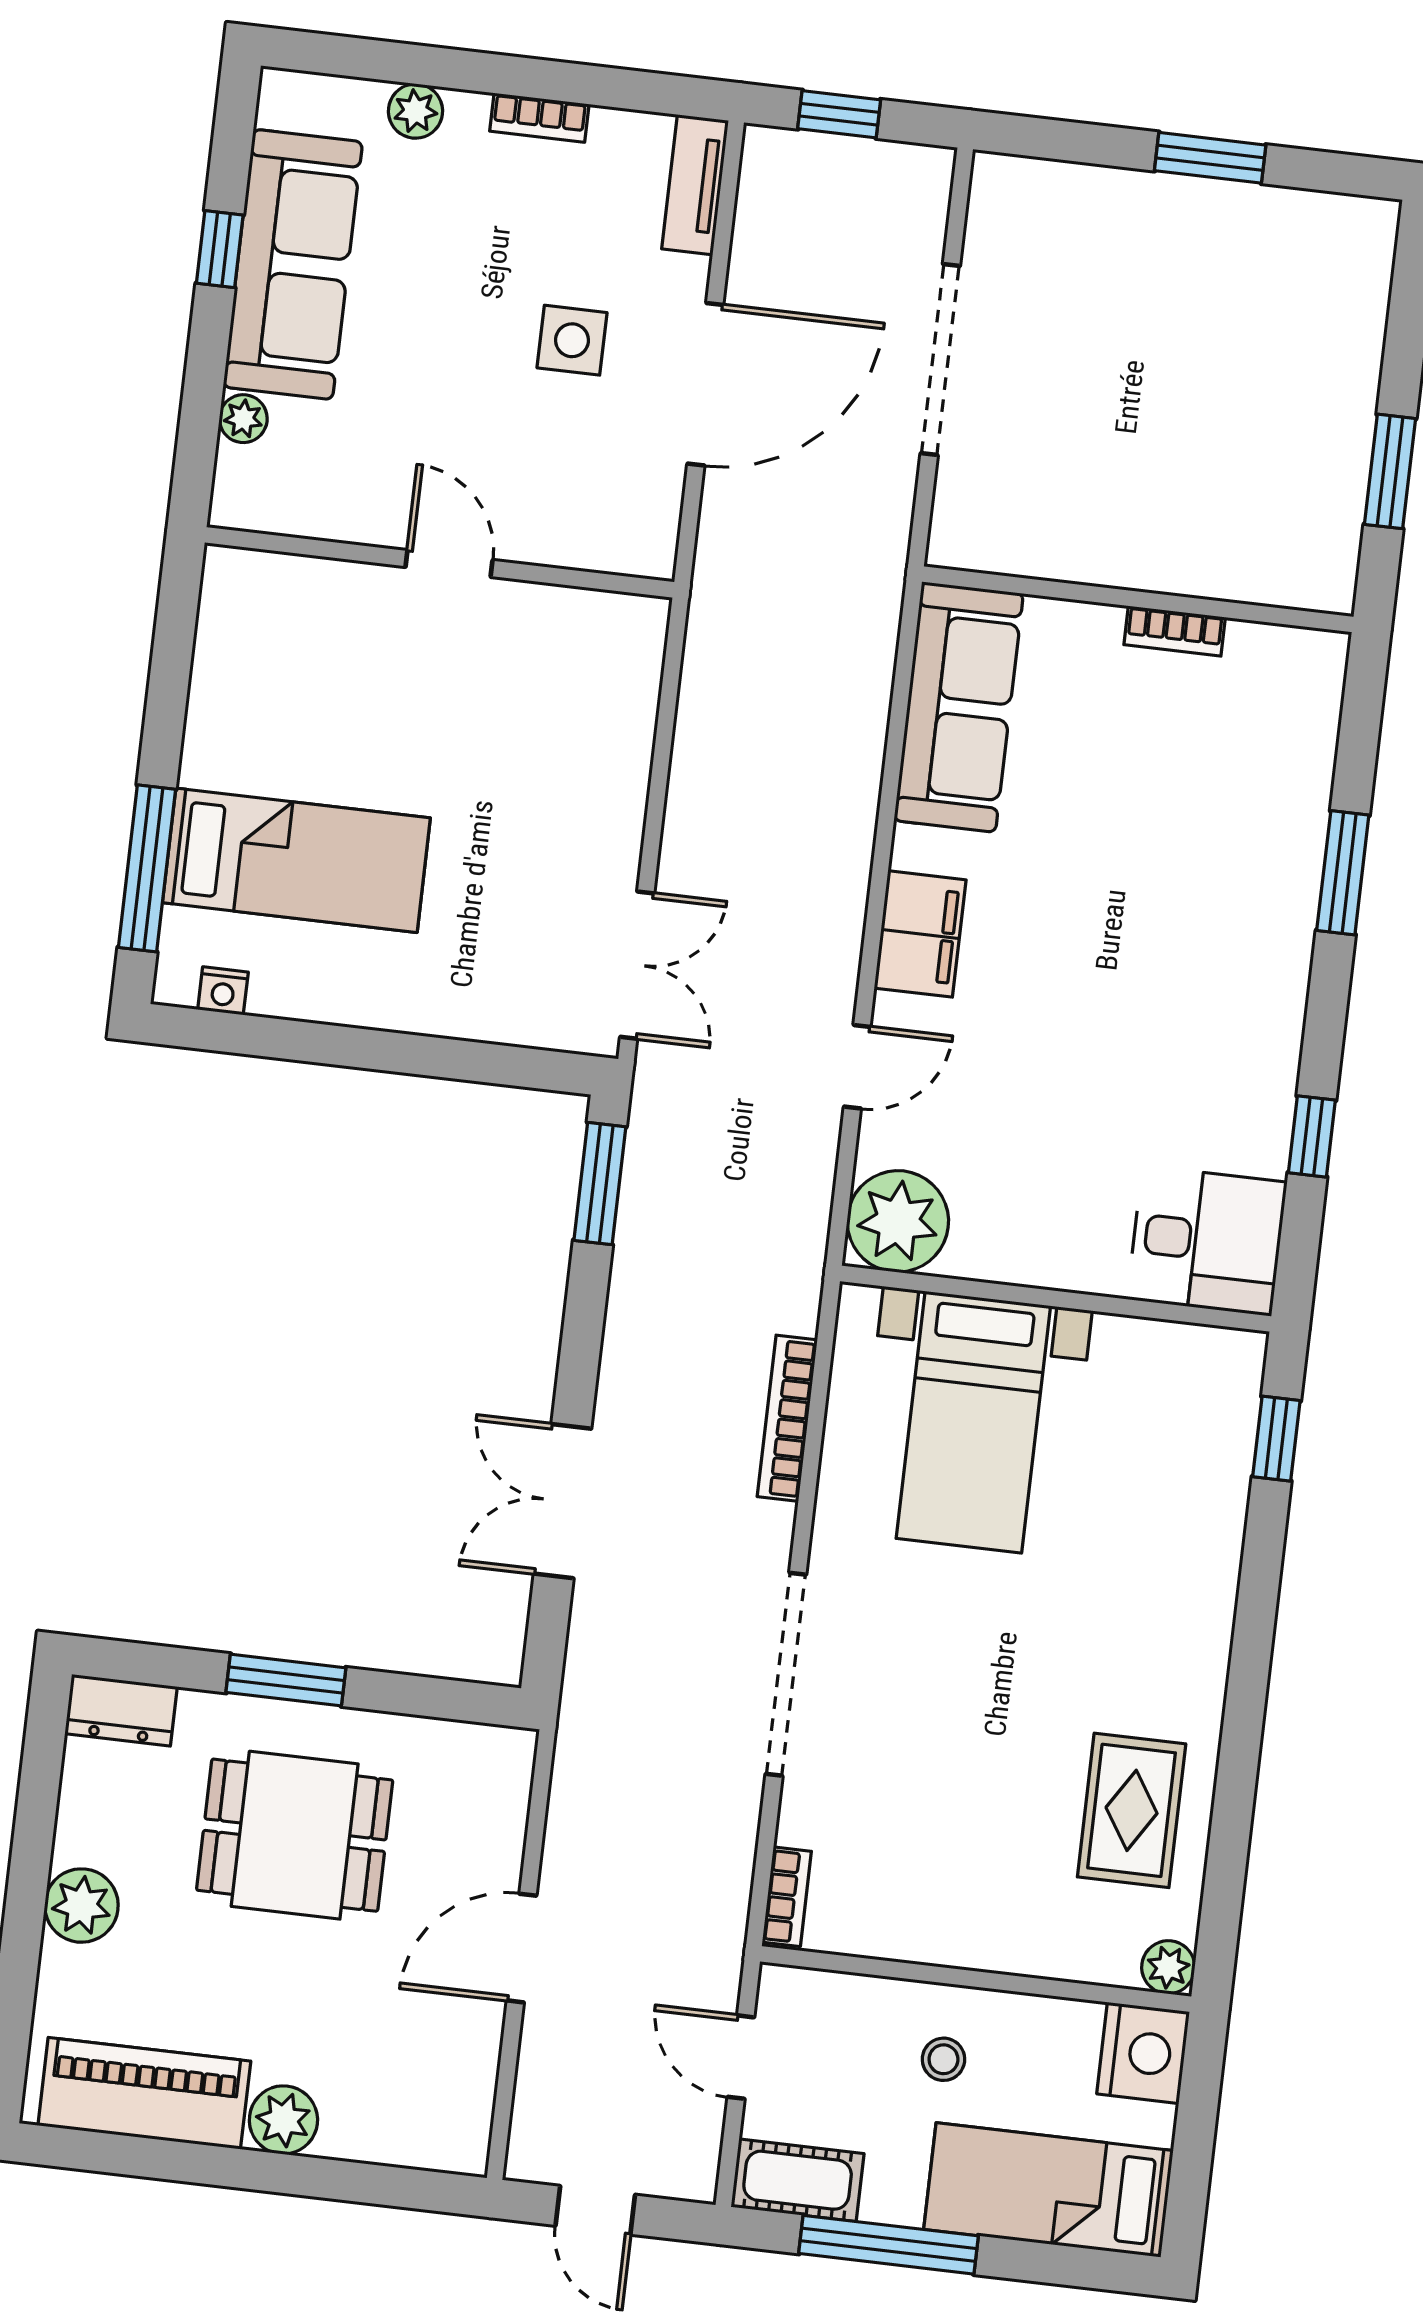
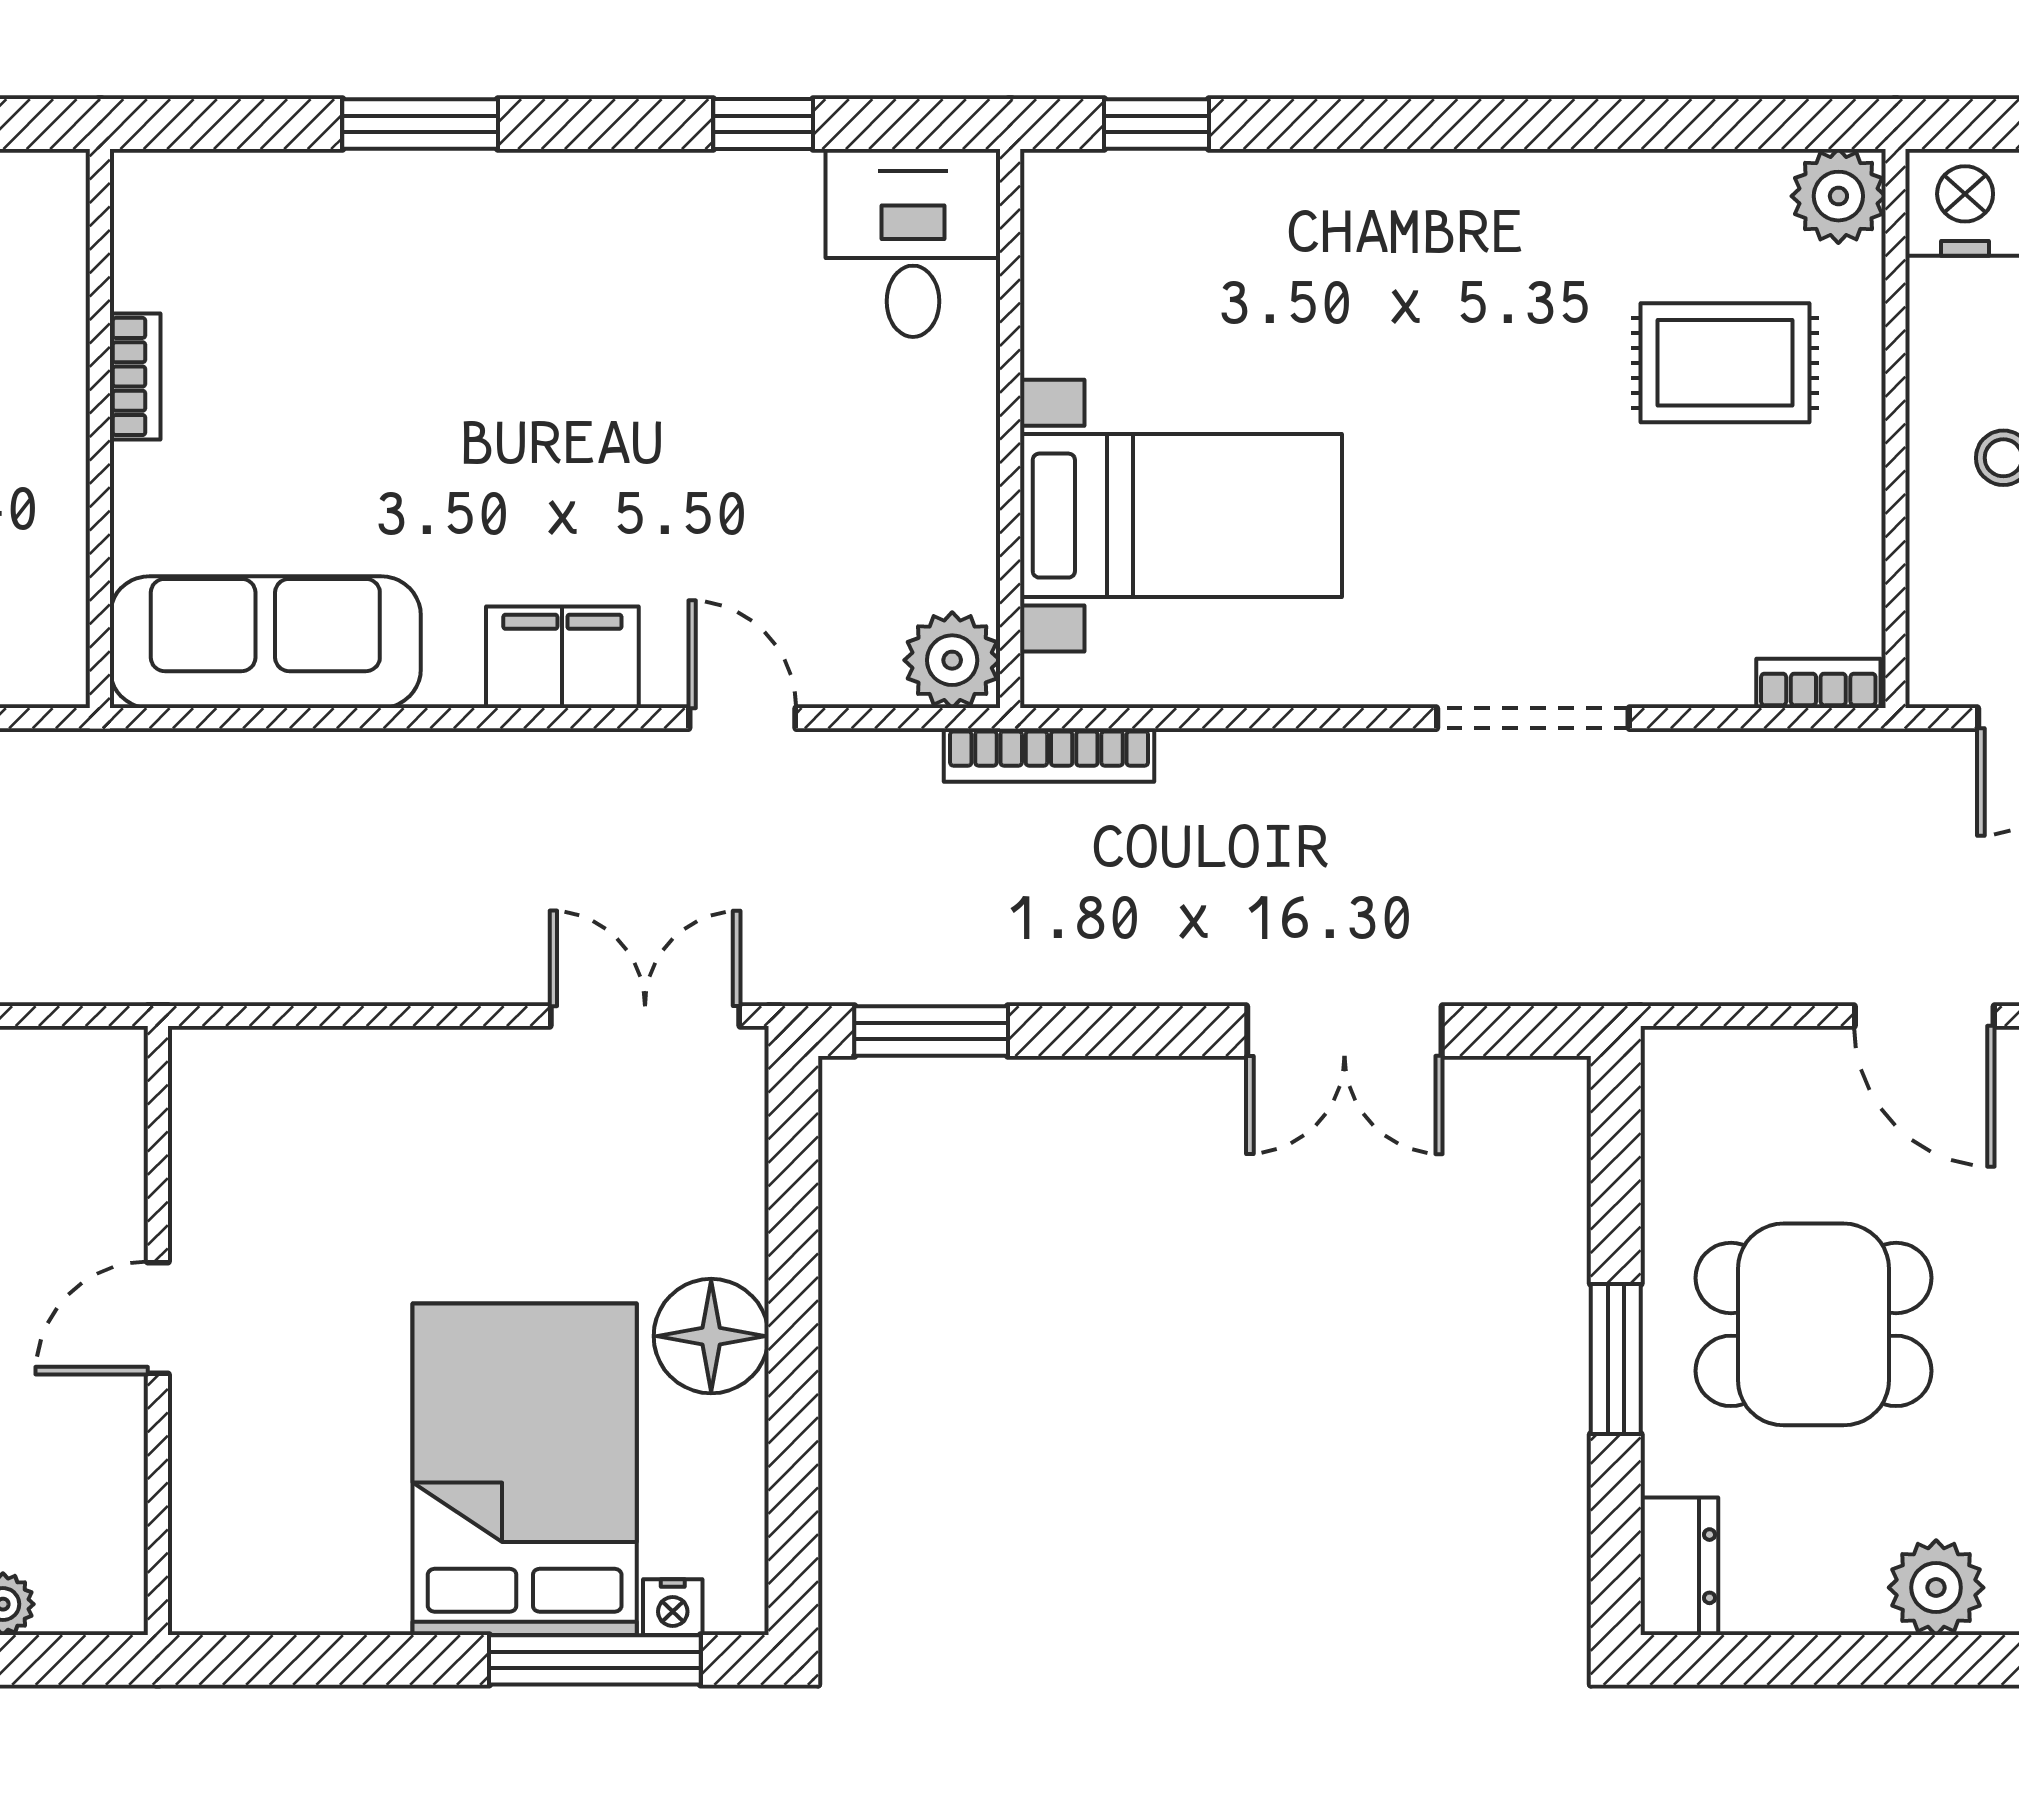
bed: (296, 860) -> (525, 1469), width x1.50
floor lamp: (385, 987) -> (711, 1336), added
nightstand: (223, 991) -> (673, 1607), moved, turned 90
plant: (898, 1221) -> (952, 660), width x0.73, depth x0.73
bookcase: (787, 1418) -> (1049, 755), moved
doorway: (786, 1674) -> (1533, 718), width x0.73
rug: (1132, 1810) -> (1725, 363), moved
dining table: (295, 1835) -> (1814, 1324), turned 90
plant: (1168, 1967) -> (1838, 196), width x1.38, depth x1.38

